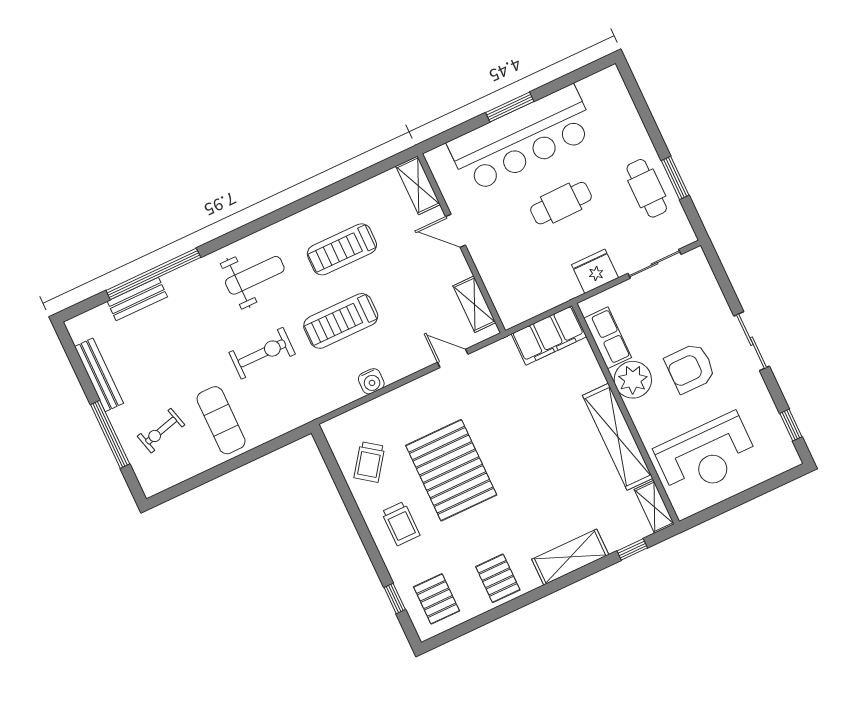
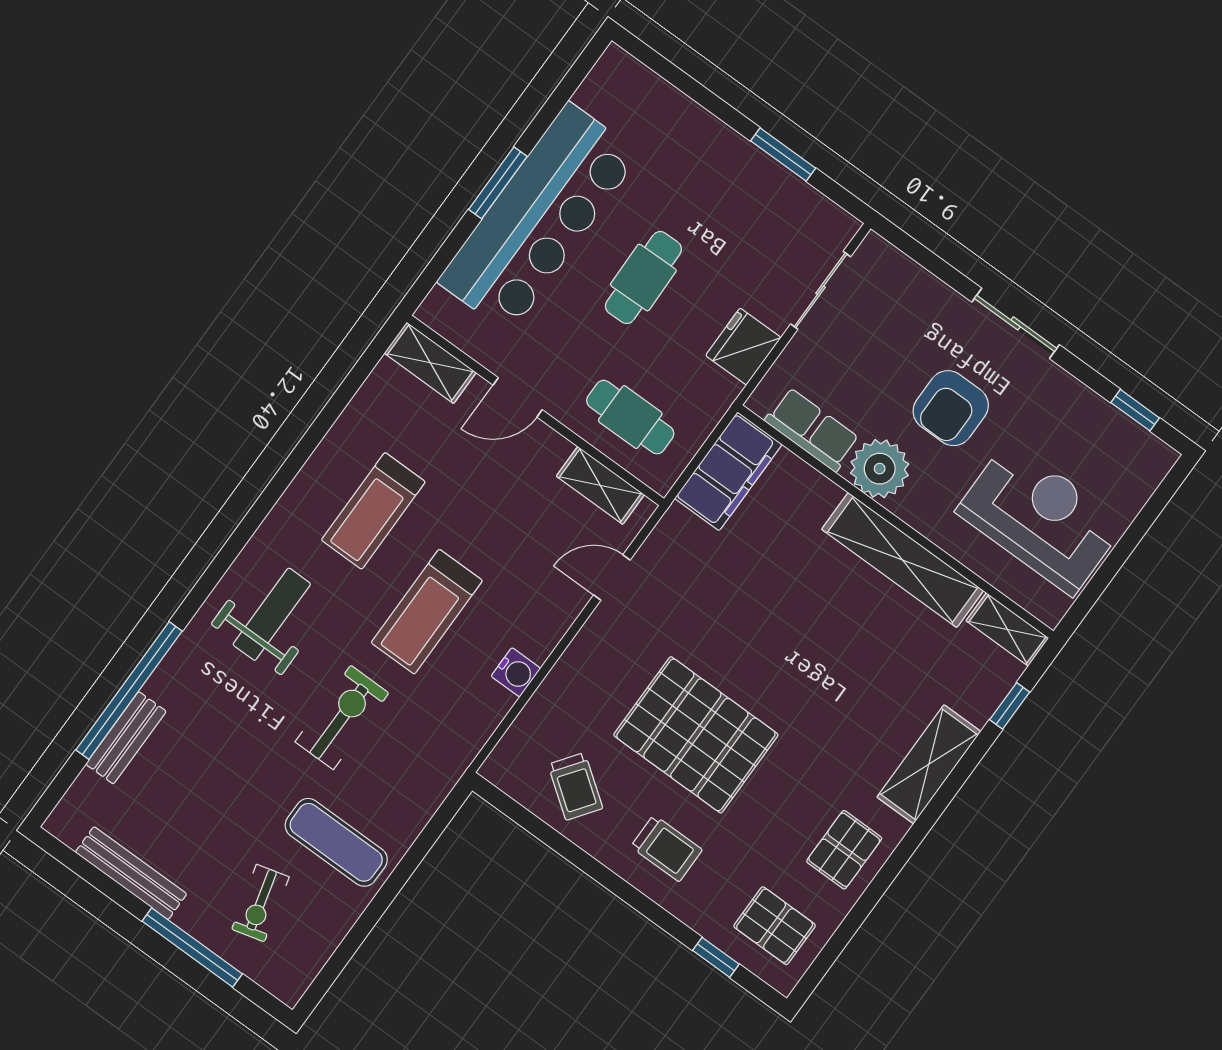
cafe table: (647, 188) -> (630, 417), moved
reception desk: (706, 455) -> (1040, 518), turned -90
pallet: (498, 578) -> (844, 850), turned 90

